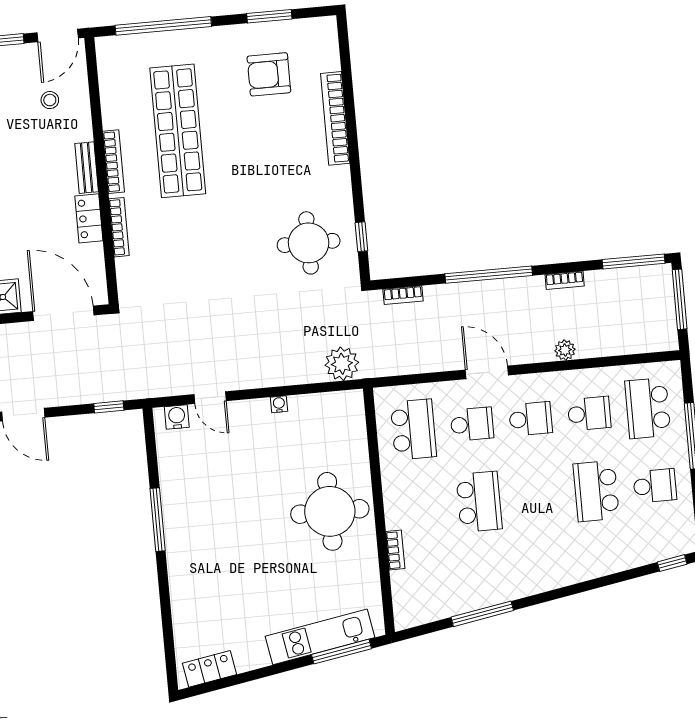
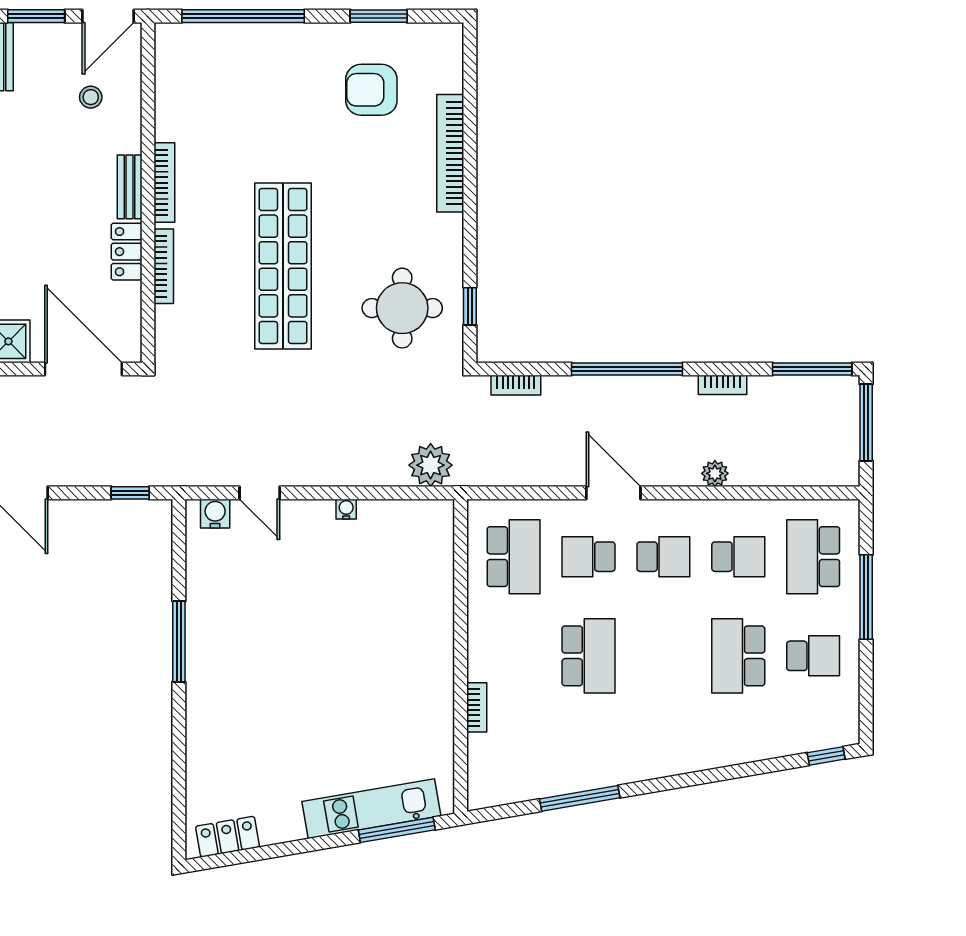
shop shelf: (178, 131) -> (283, 266), moved
school desk: (472, 424) -> (588, 557), turned 180
round table: (330, 511) -> (398, 651), removed

